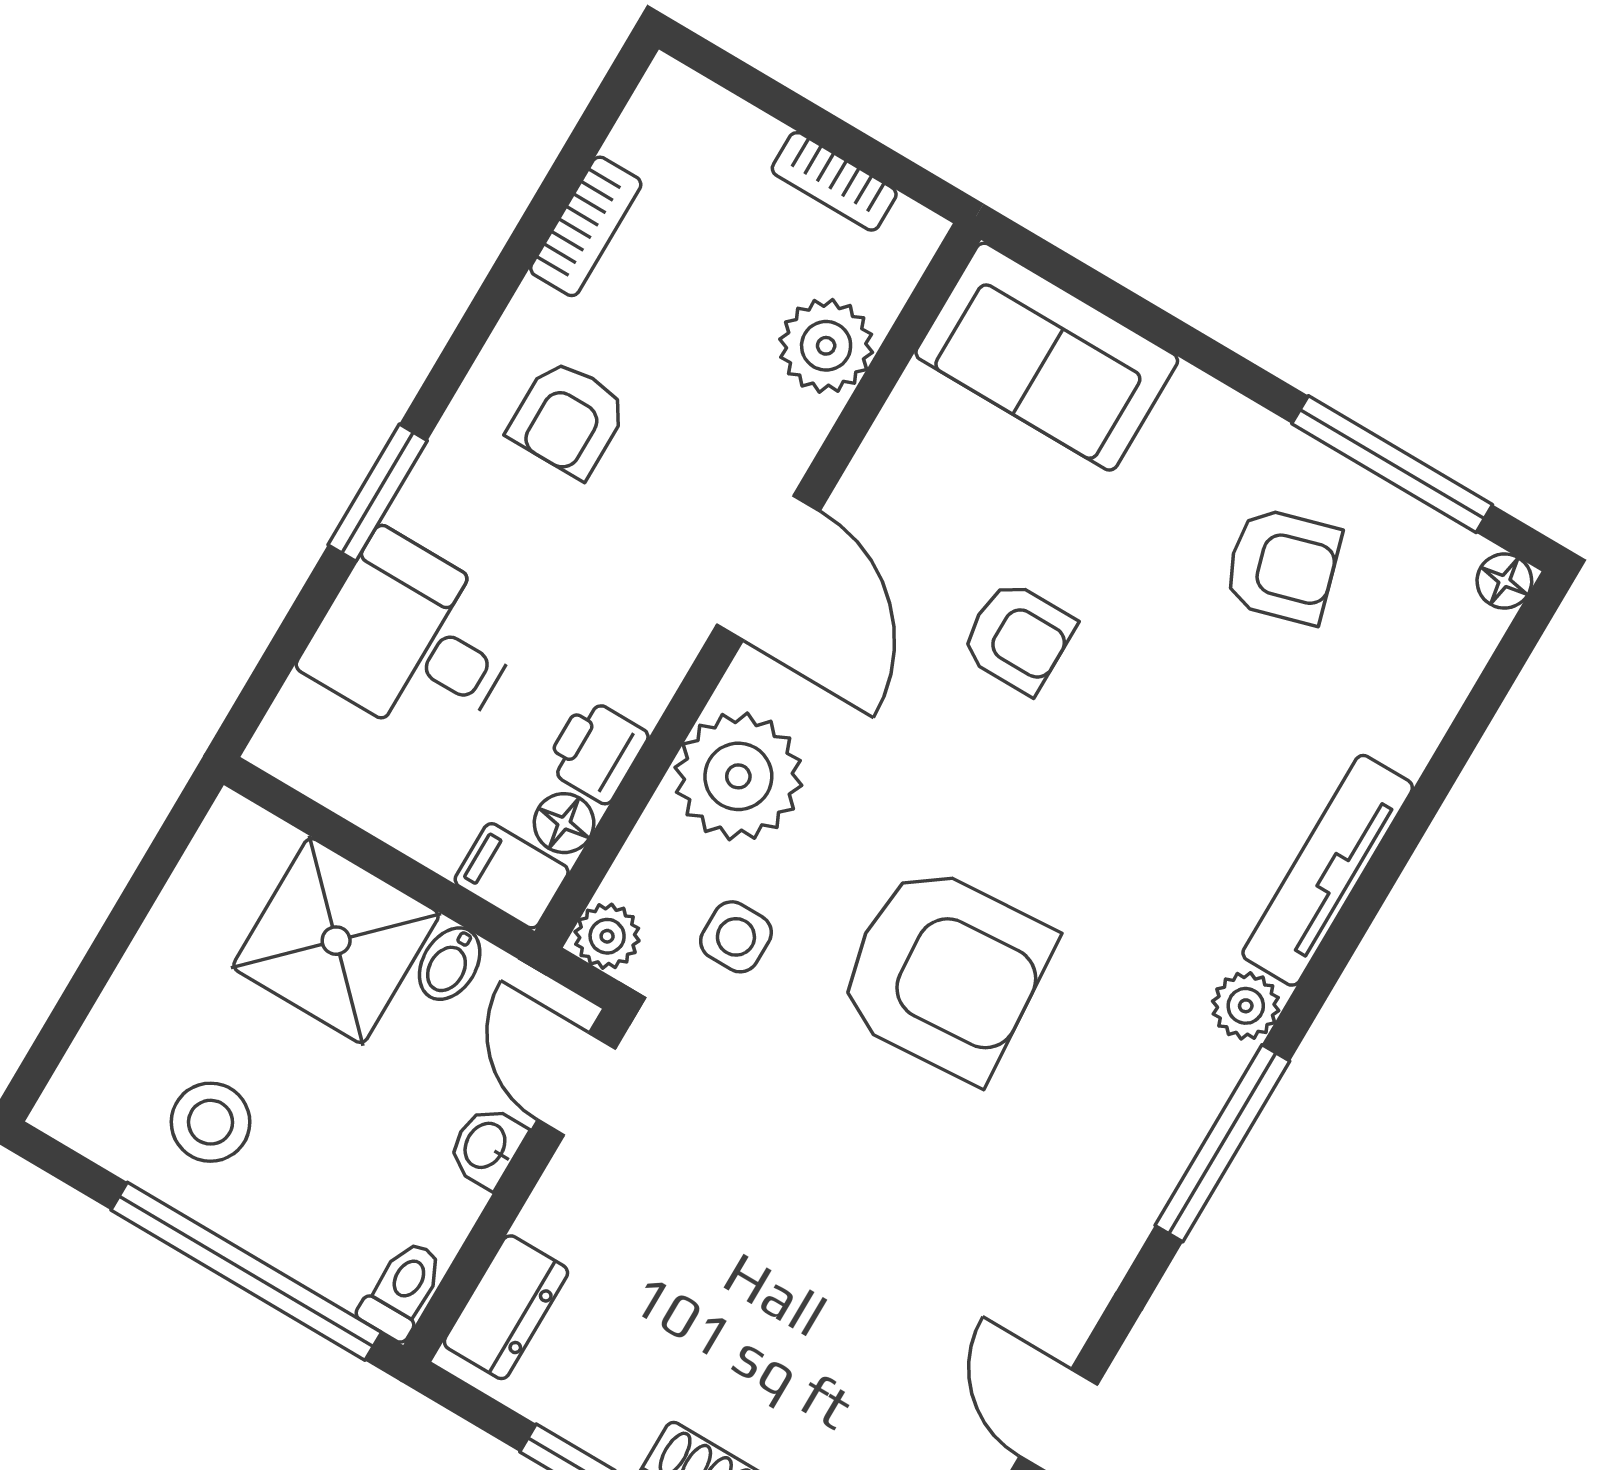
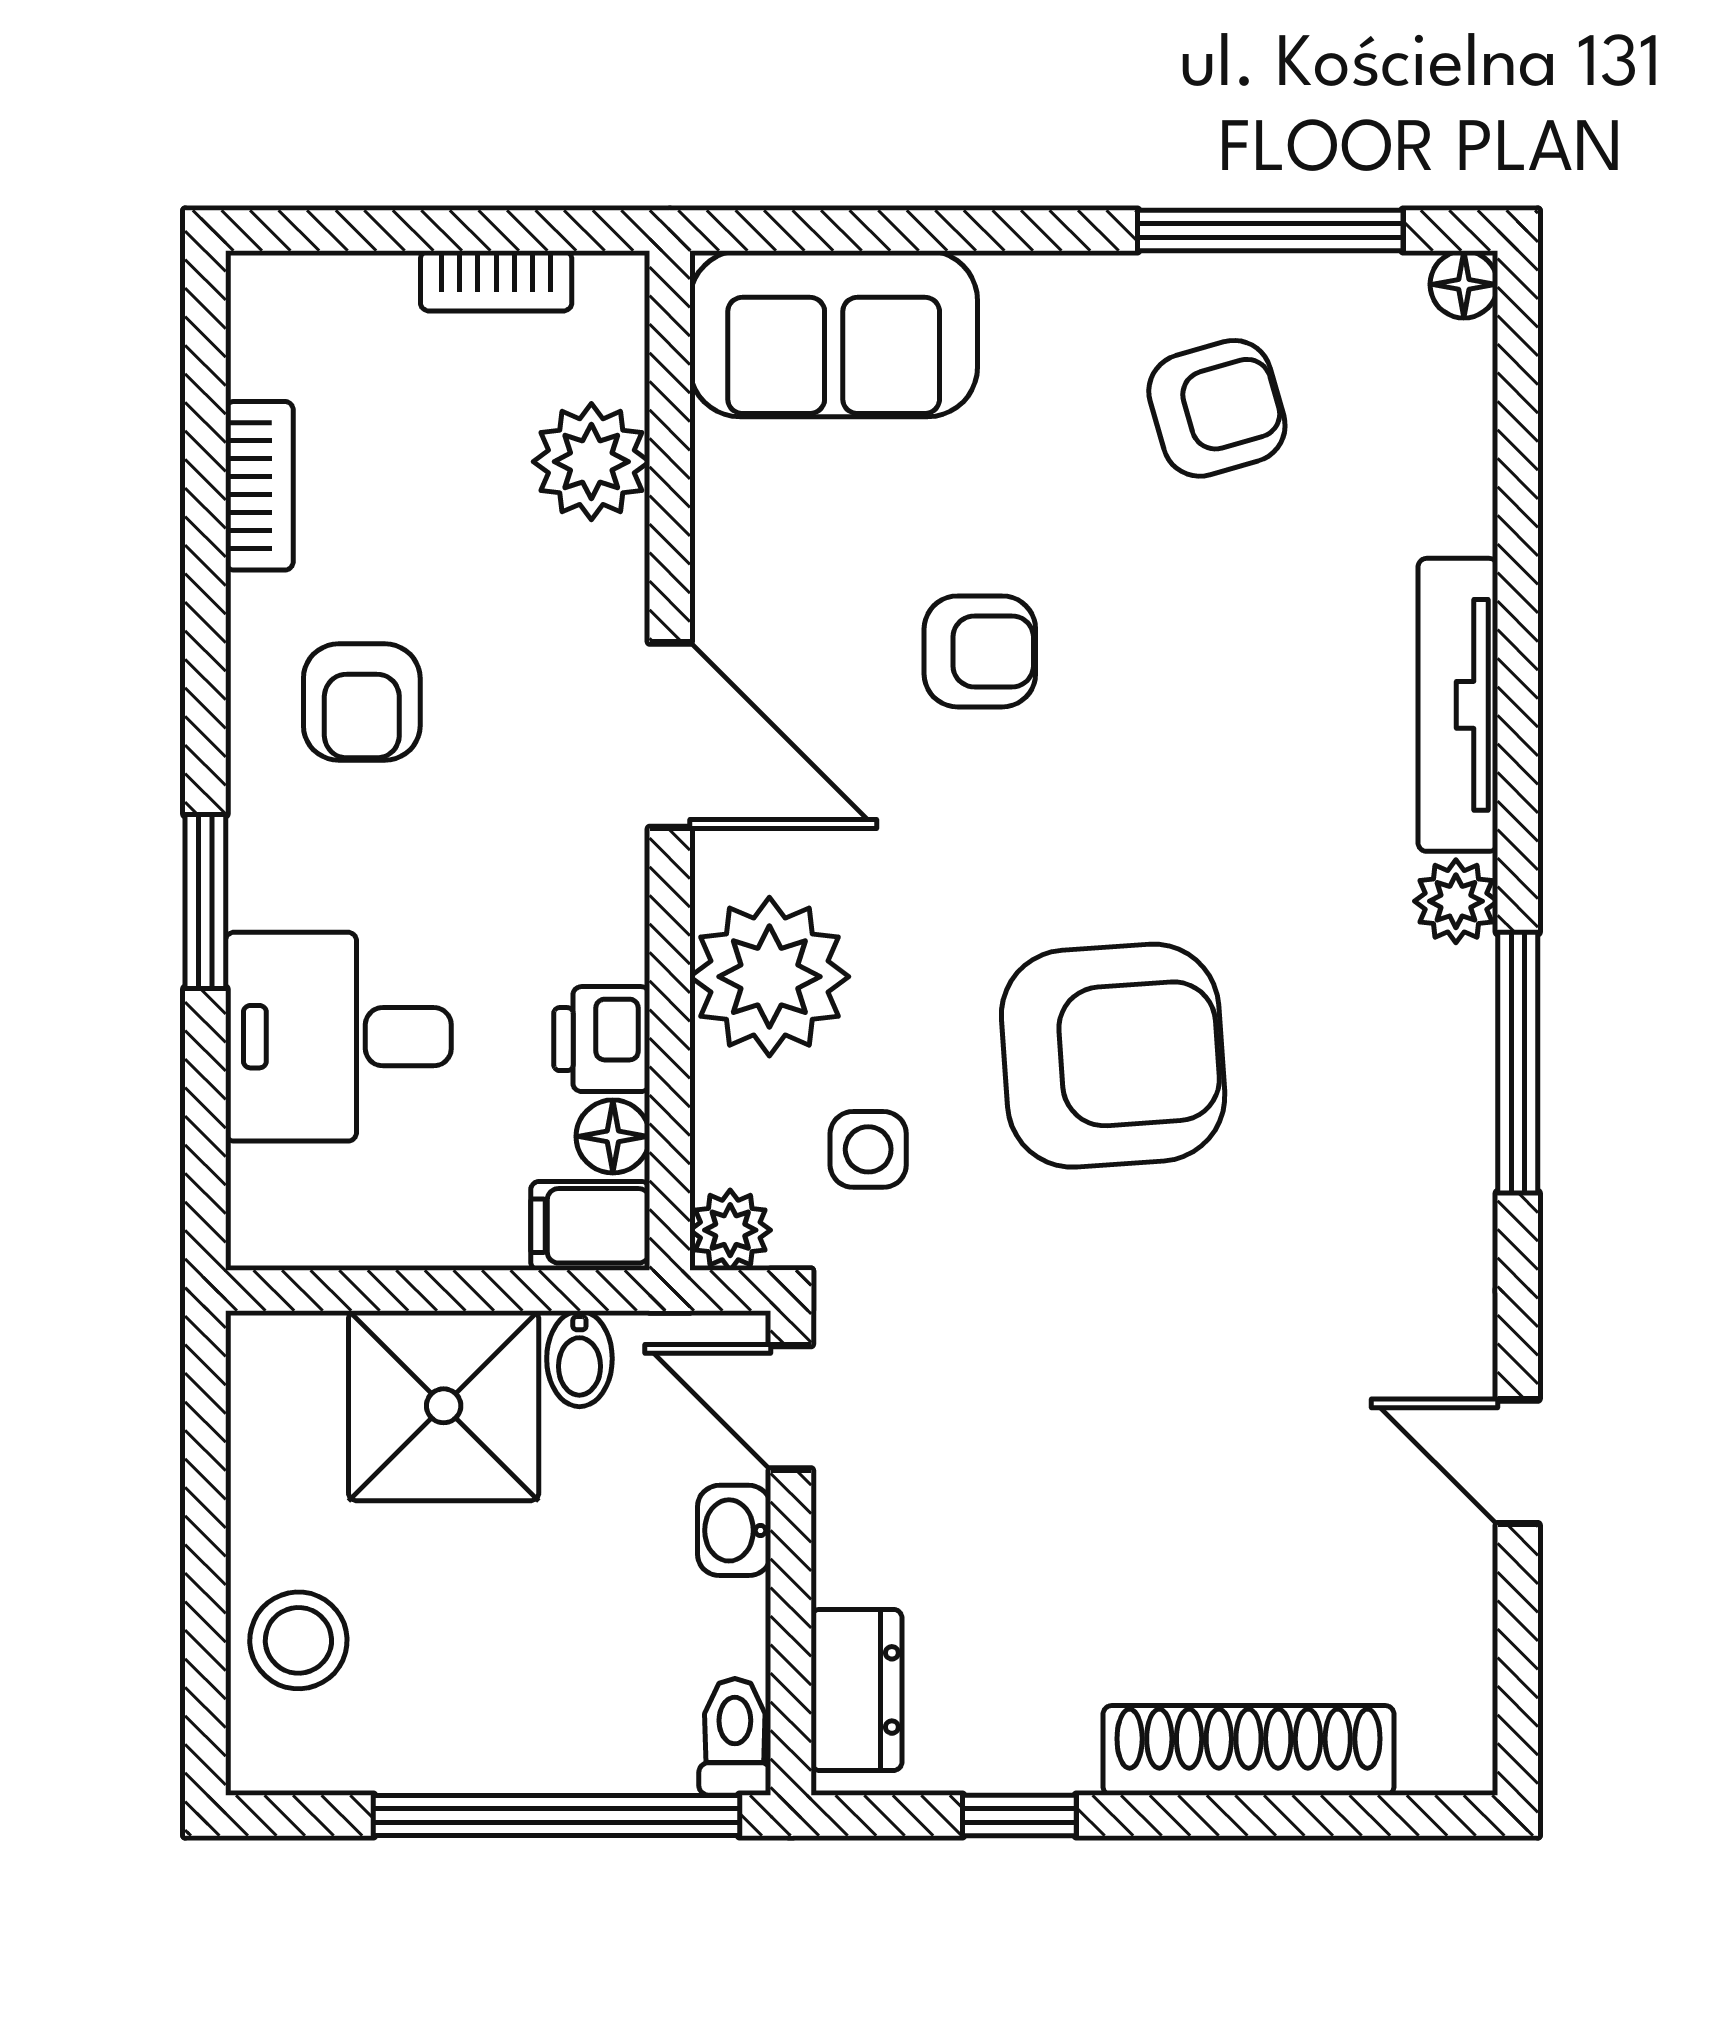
stool: (211, 1122) -> (298, 1640), moved

